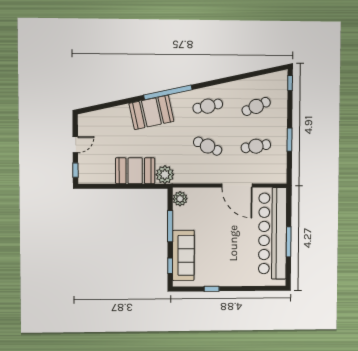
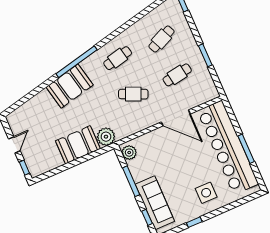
side table: (234, 266) -> (206, 193), added

